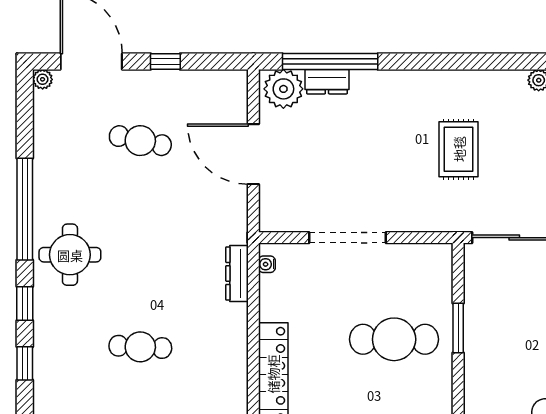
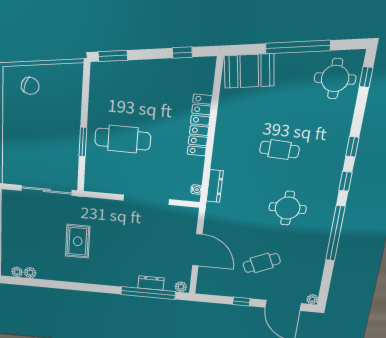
plant: (283, 89) -> (181, 287), width x0.53, depth x0.53
cafe table: (140, 141) -> (262, 263), turned -36
round table: (70, 255) -> (288, 208), moved

